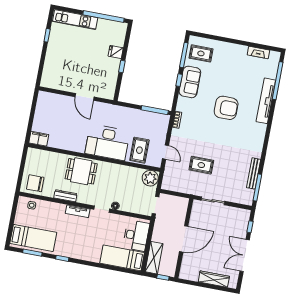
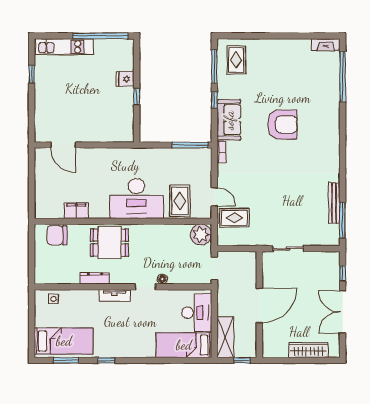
rug: (201, 53) -> (236, 60), turned 90
fireplace: (258, 53) -> (326, 45), moved
sofa: (190, 82) -> (229, 120), moved
door: (85, 97) -> (63, 145), moved
tv unit: (266, 101) -> (332, 106), removed
filing cabinet: (39, 139) -> (76, 211), moved
rug: (201, 165) -> (235, 218), moved
chair: (35, 183) -> (57, 235), moved

